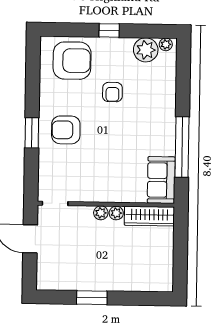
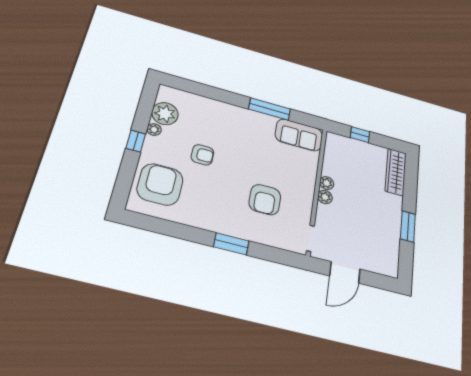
plant: (166, 44) -> (154, 129), moved
armchair: (66, 130) -> (265, 200), moved
window: (182, 147) -> (270, 109), width x0.68
wardrobe: (149, 216) -> (396, 172), moved, turned 180
window: (181, 242) -> (360, 135), added

